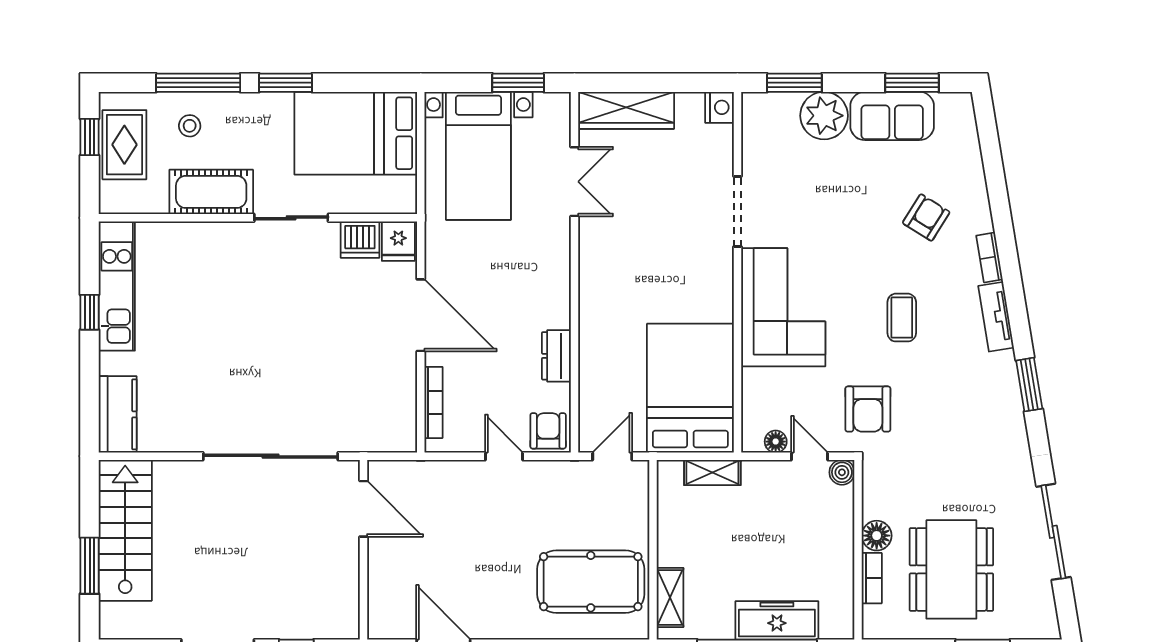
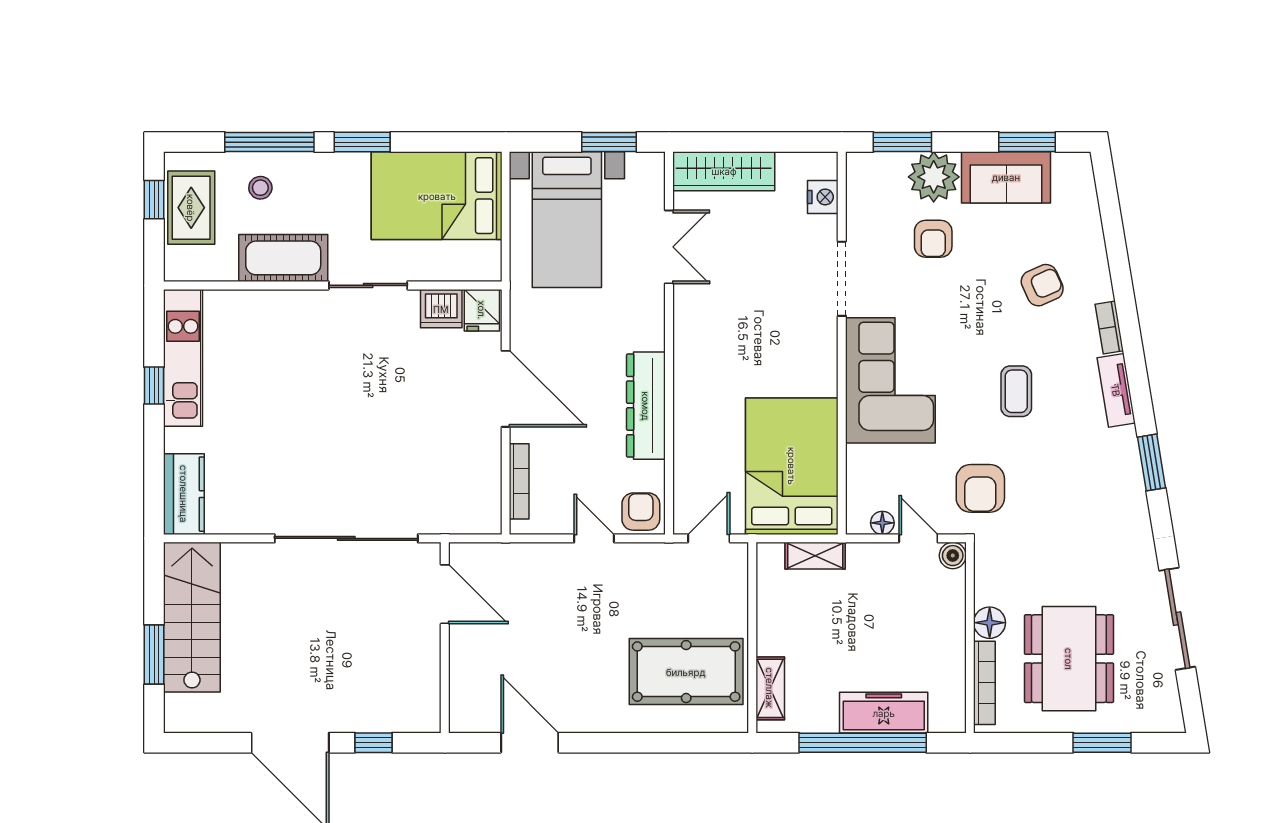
nightstand: (719, 107) -> (823, 197), moved
armchair: (824, 174) -> (933, 239), added
armchair: (926, 218) -> (1042, 285), turned 34
dresser: (556, 356) -> (646, 406), width x1.96, depth x1.24
bookcase: (872, 578) -> (984, 683), width x1.56

